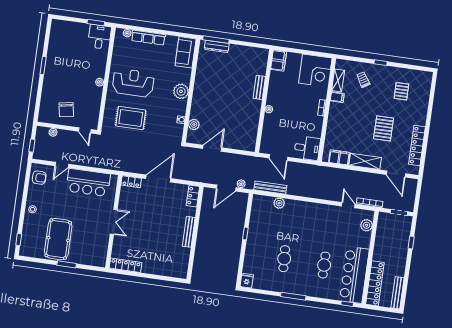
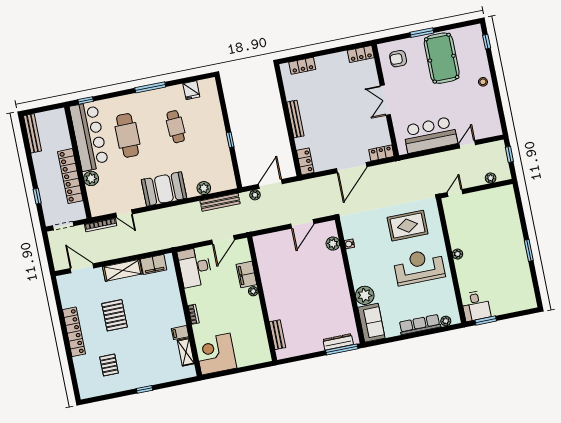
filing cabinet: (279, 61) -> (246, 274), moved
trolley: (363, 80) -> (157, 363), removed
reception desk: (133, 83) -> (419, 267), turned 180
bench: (259, 87) -> (278, 335), moved
plant: (181, 91) -> (365, 295), moved
chair: (66, 110) -> (485, 209), removed
door: (85, 130) -> (455, 193), hinge flipped
locker: (417, 146) -> (74, 332), moved
desk: (307, 148) -> (195, 267), width x1.37
door: (278, 158) -> (223, 240), swing flipped
armchair: (39, 178) -> (398, 59), moved
booth: (310, 213) -> (164, 189), added
plant: (367, 225) -> (91, 178), moved
locker: (126, 265) -> (361, 54), width x0.66
cafe table: (324, 265) -> (128, 135), width x1.37, depth x1.35
locker: (169, 271) -> (302, 66), added
fridge: (247, 281) -> (191, 90), moved
locker: (375, 283) -> (70, 176), moved

